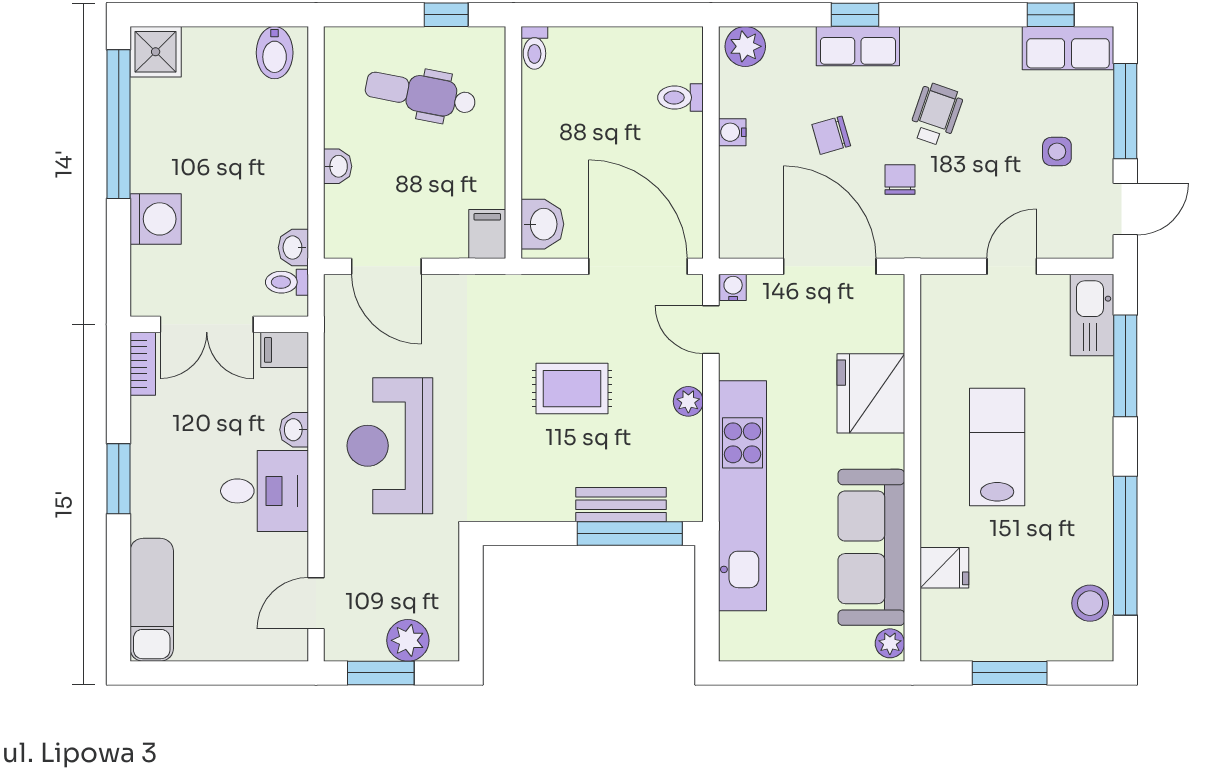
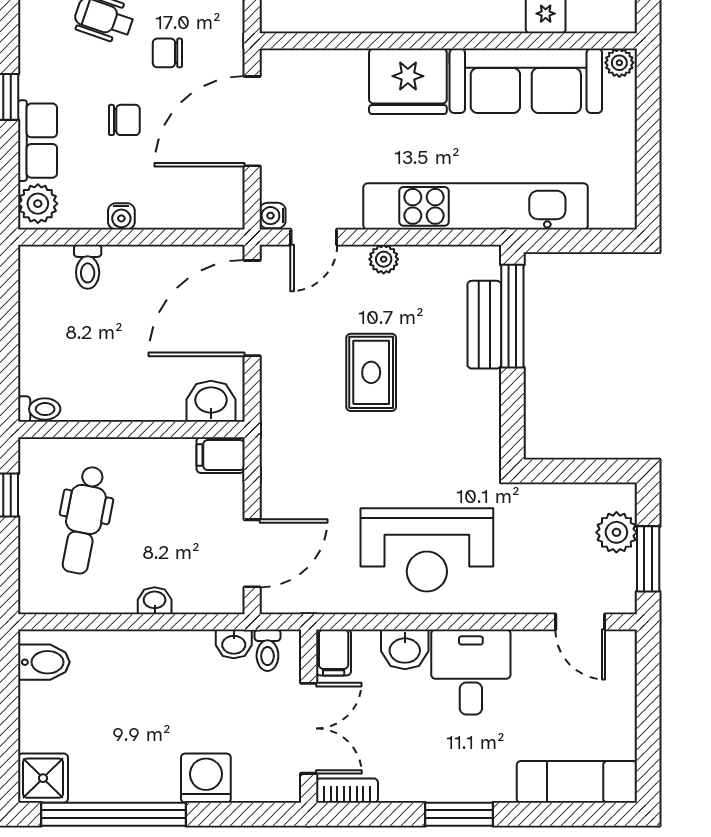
row of seats: (858, 46) -> (38, 141), moved
chair: (831, 135) -> (124, 120), turned -74
fridge: (871, 393) -> (408, 81), moved
washbasin: (294, 430) -> (405, 649), width x1.38, depth x1.45

